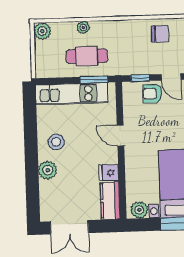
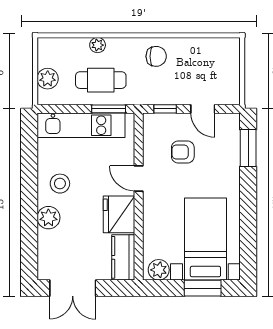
plant: (42, 31) -> (48, 79), moved
chair: (160, 34) -> (156, 56), moved
armchair: (152, 94) -> (183, 152), moved
fridge: (109, 173) -> (119, 214), width x1.88, depth x1.34

